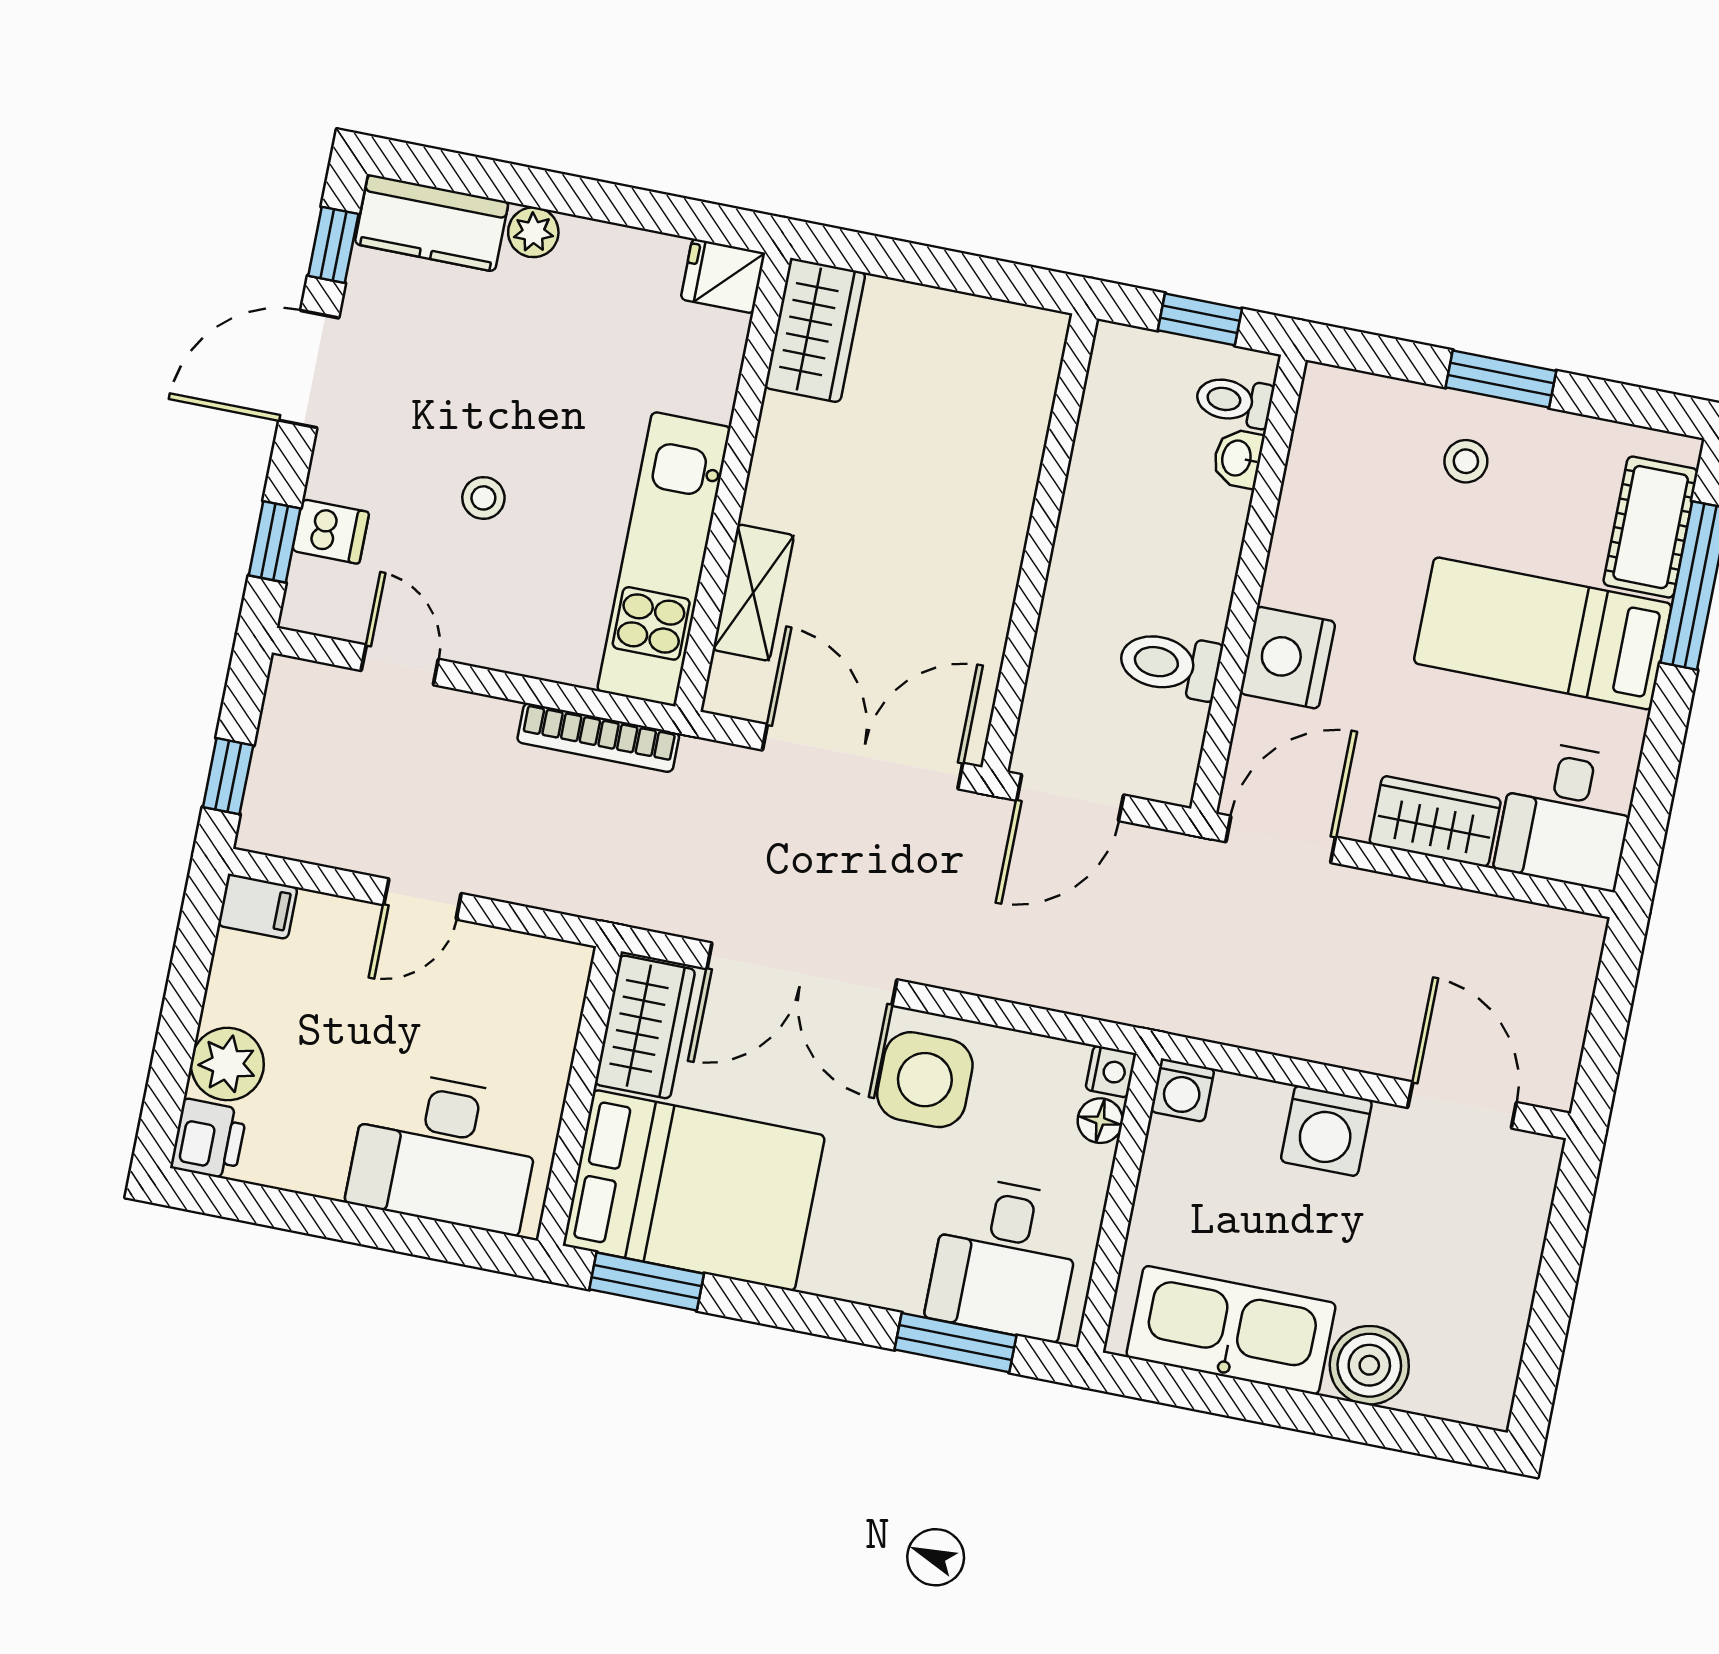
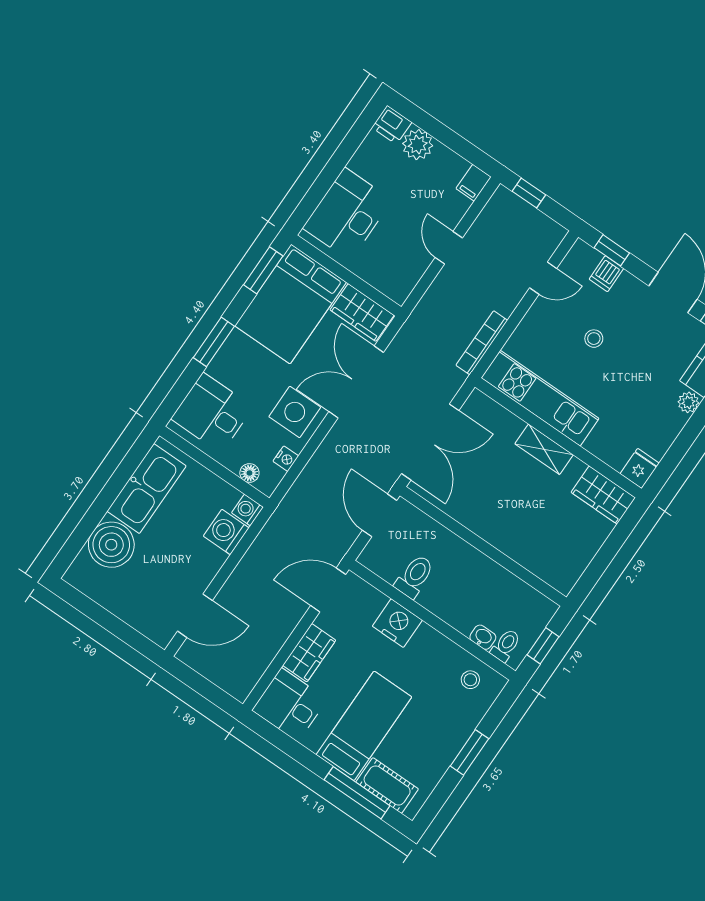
stool: (1466, 461) -> (470, 680), moved
shelving: (753, 593) -> (544, 449), moved
door: (1281, 839) -> (328, 590), swing flipped
nightstand: (1111, 1071) -> (286, 459), moved, turned -90
washing machine: (1326, 1131) -> (226, 532), moved
window: (955, 1343) -> (214, 342), moved
boiler: (1369, 1365) -> (111, 545), width x1.37, depth x1.37

